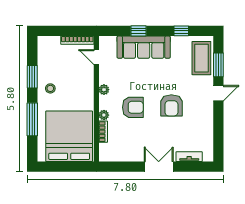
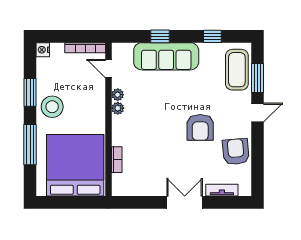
nightstand: (43, 42) -> (43, 50), added
stool: (50, 88) -> (52, 107), width x1.89, depth x1.89
armchair: (133, 107) -> (236, 152), moved, turned -95
plant: (104, 115) -> (118, 95), moved

